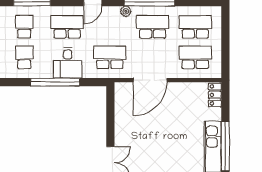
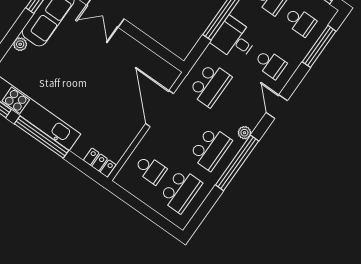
school desk: (67, 27) -> (270, 64), width x0.54
school desk: (195, 57) -> (150, 169), width x0.54

